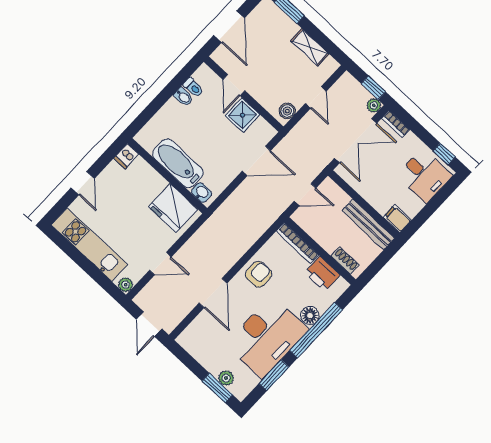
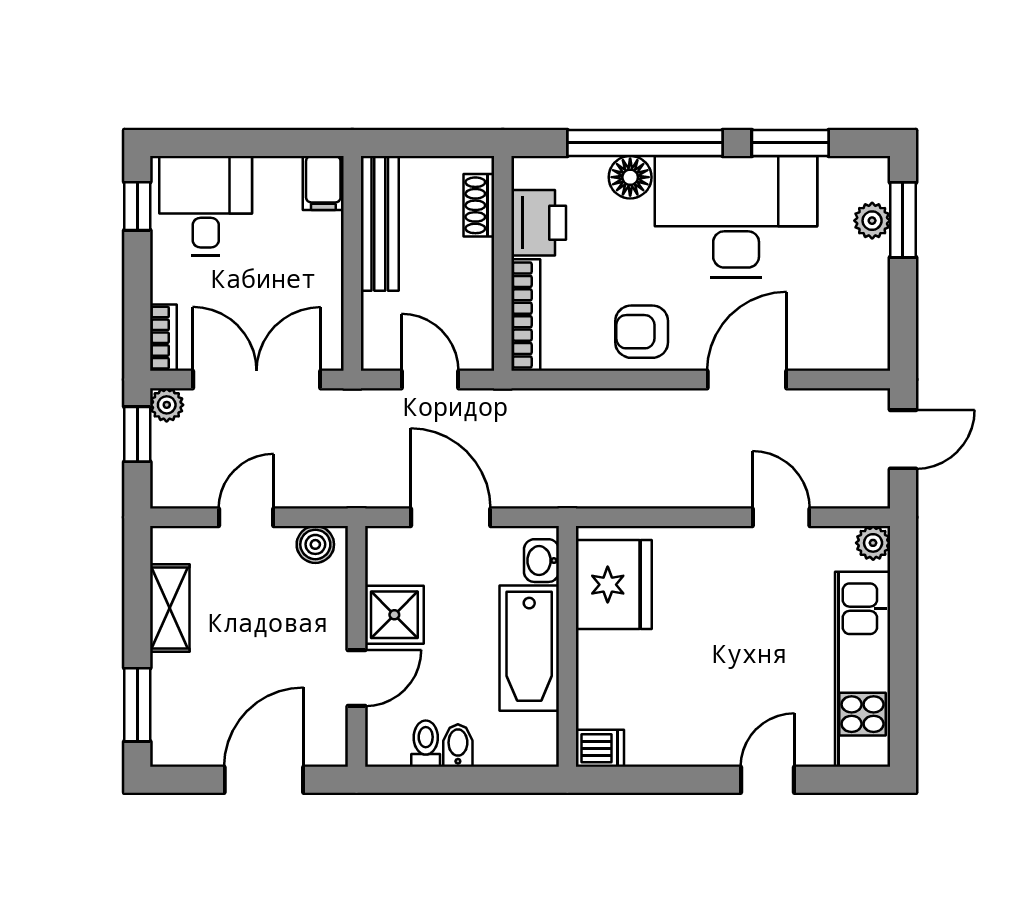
dishwasher: (126, 156) -> (600, 748), moved
bathtub: (178, 163) -> (529, 648), moved
wall: (167, 176) -> (567, 646), moved
washbasin: (202, 193) -> (541, 561), moved
fridge: (173, 208) -> (614, 585), moved

